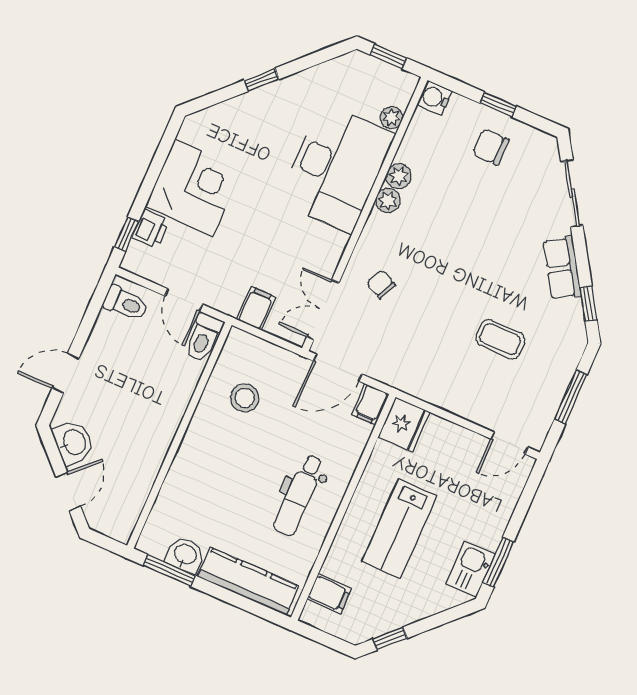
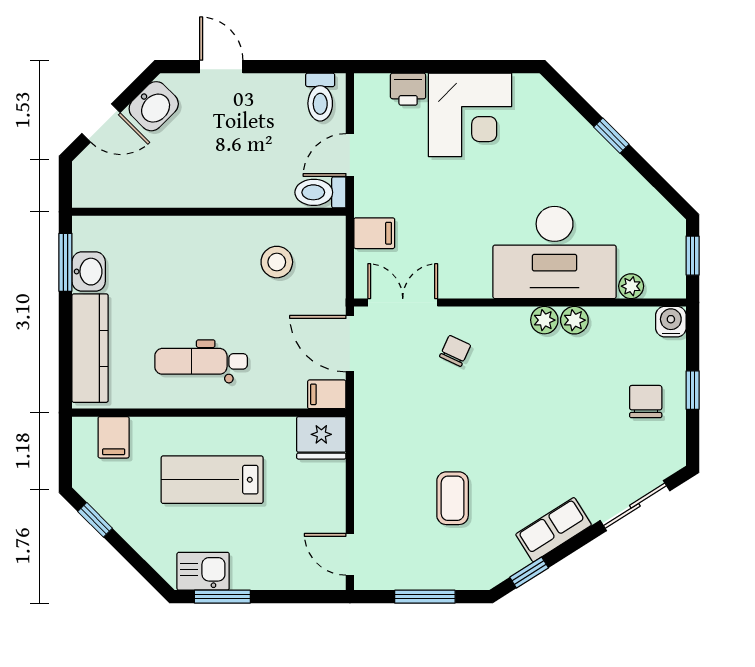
window: (127, 234) -> (392, 67), removed

